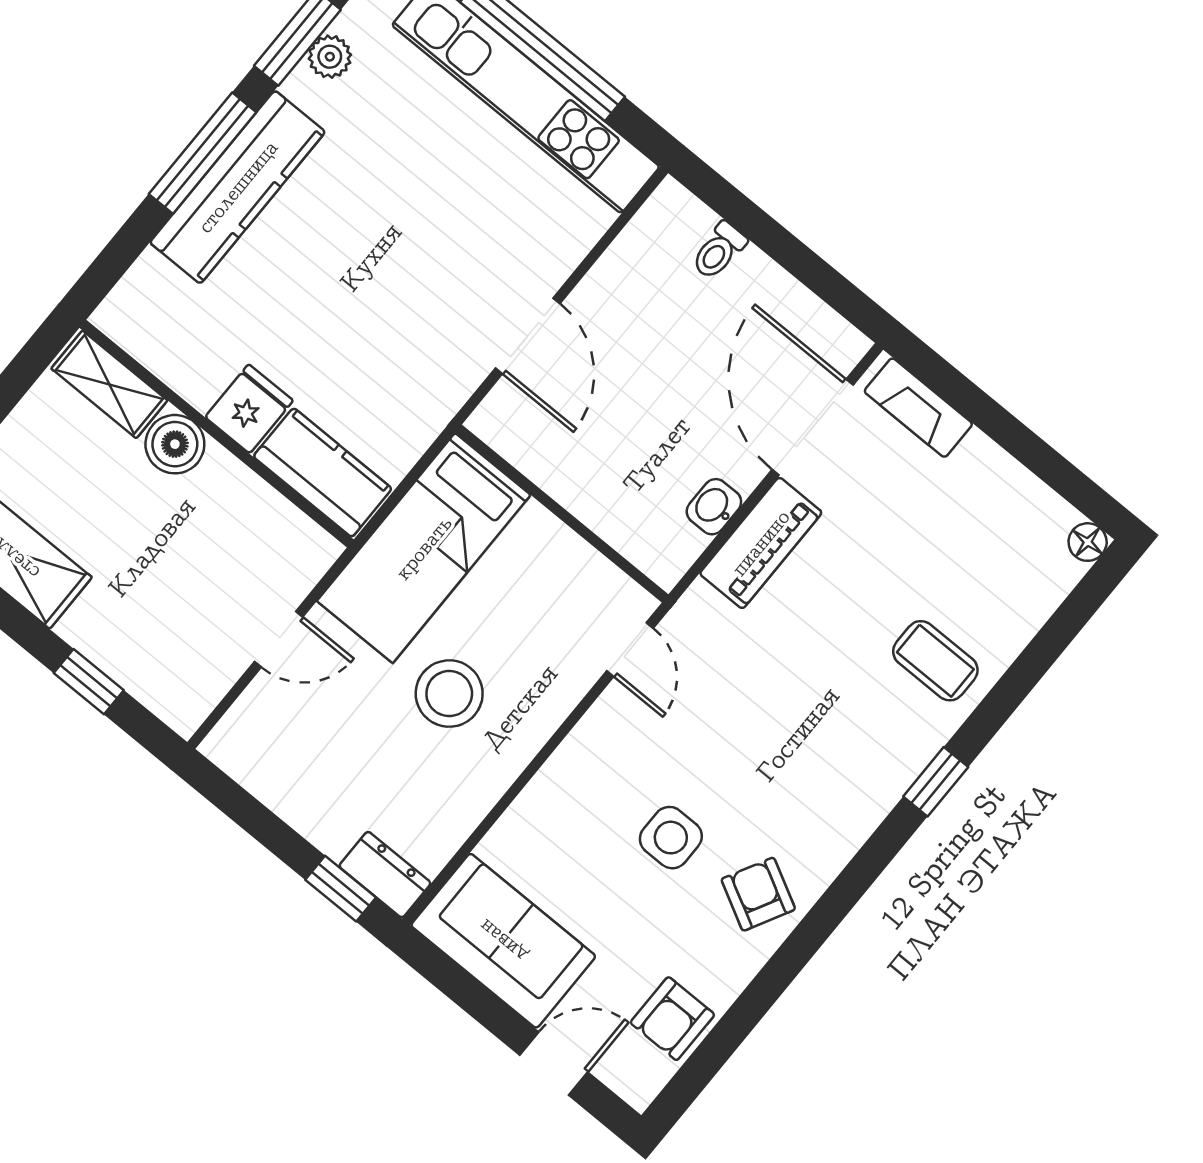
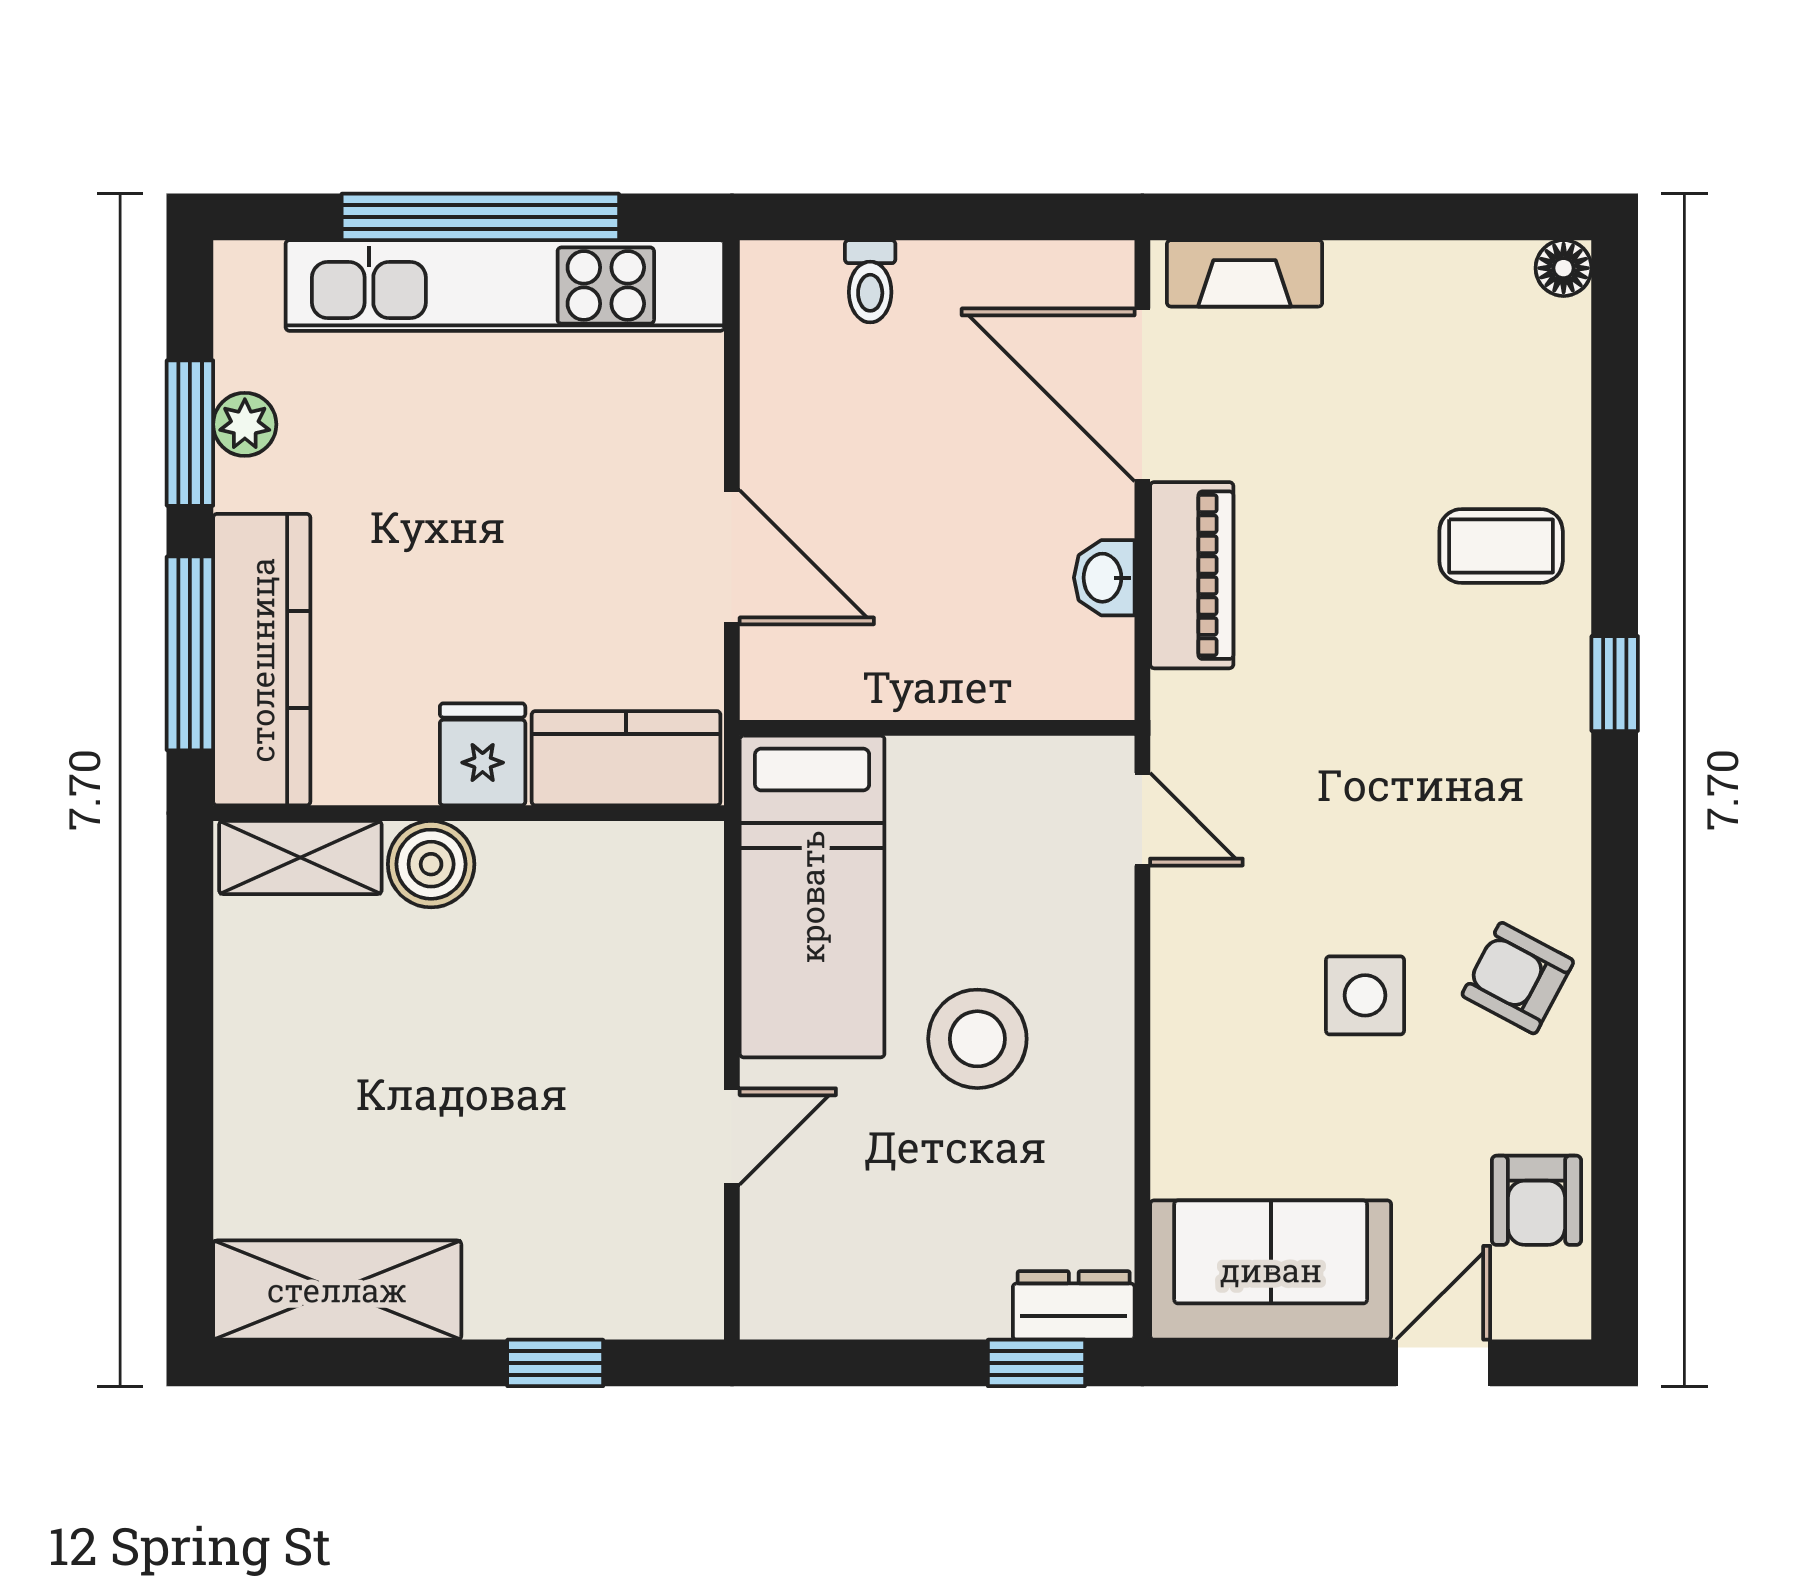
shelving: (109, 384) -> (300, 857), moved
fridge: (249, 409) -> (483, 754), moved
wall: (217, 434) -> (469, 813), moved
boiler: (175, 444) -> (431, 864), moved
kitchen counter: (323, 473) -> (626, 758), moved

